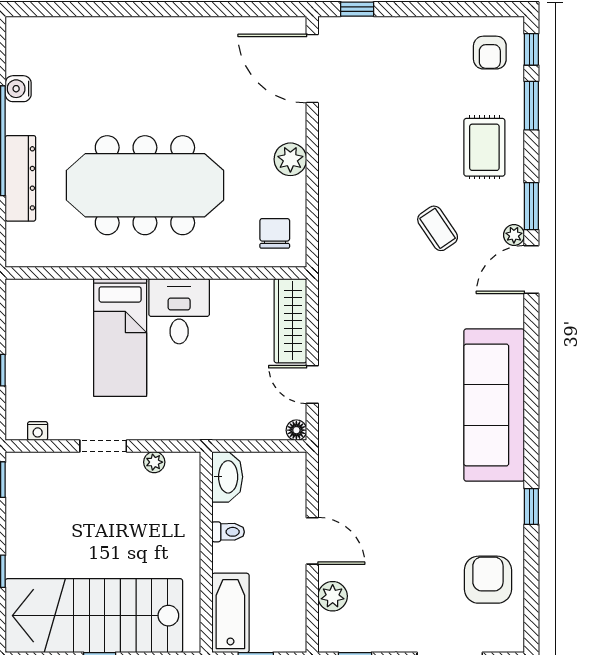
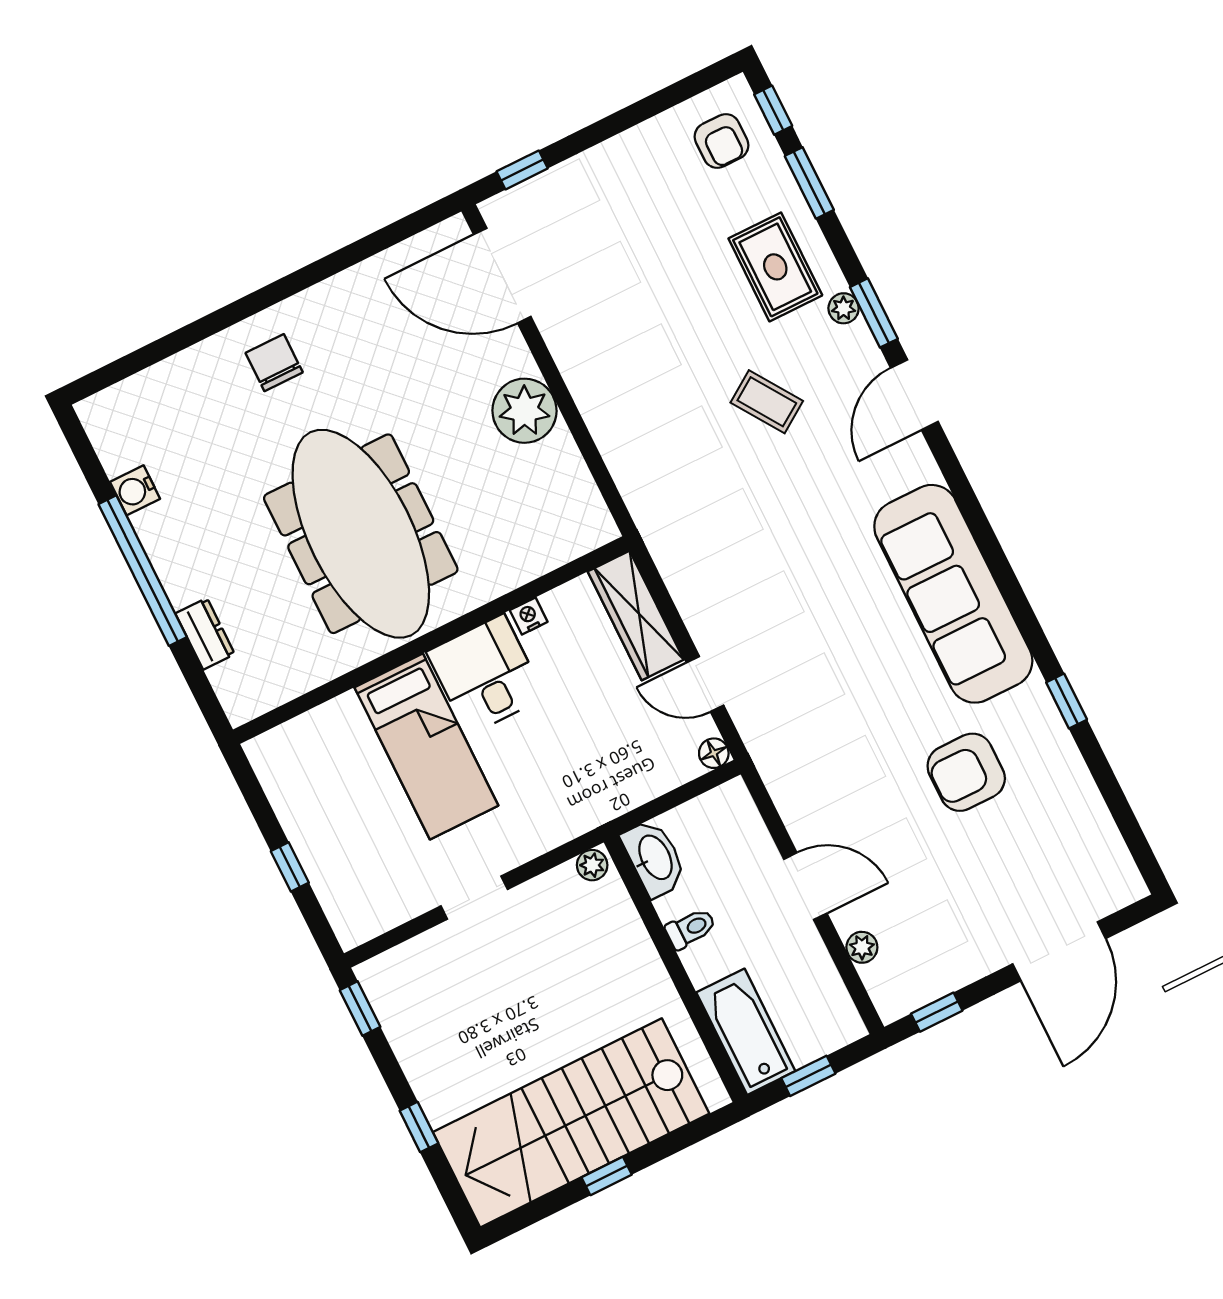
plant: (290, 159) -> (525, 411), width x1.36, depth x1.36
dresser: (20, 178) -> (205, 634), width x0.51, depth x0.80
meeting table: (145, 185) -> (361, 534), turned 90
chair: (275, 233) -> (274, 363), moved
plant: (514, 235) -> (844, 308), moved
nightstand: (38, 431) -> (529, 616), moved, turned 180
plant: (154, 462) -> (592, 865), moved
armchair: (488, 580) -> (966, 772), moved, turned -90
plant: (333, 596) -> (862, 947), width x0.73, depth x0.73

